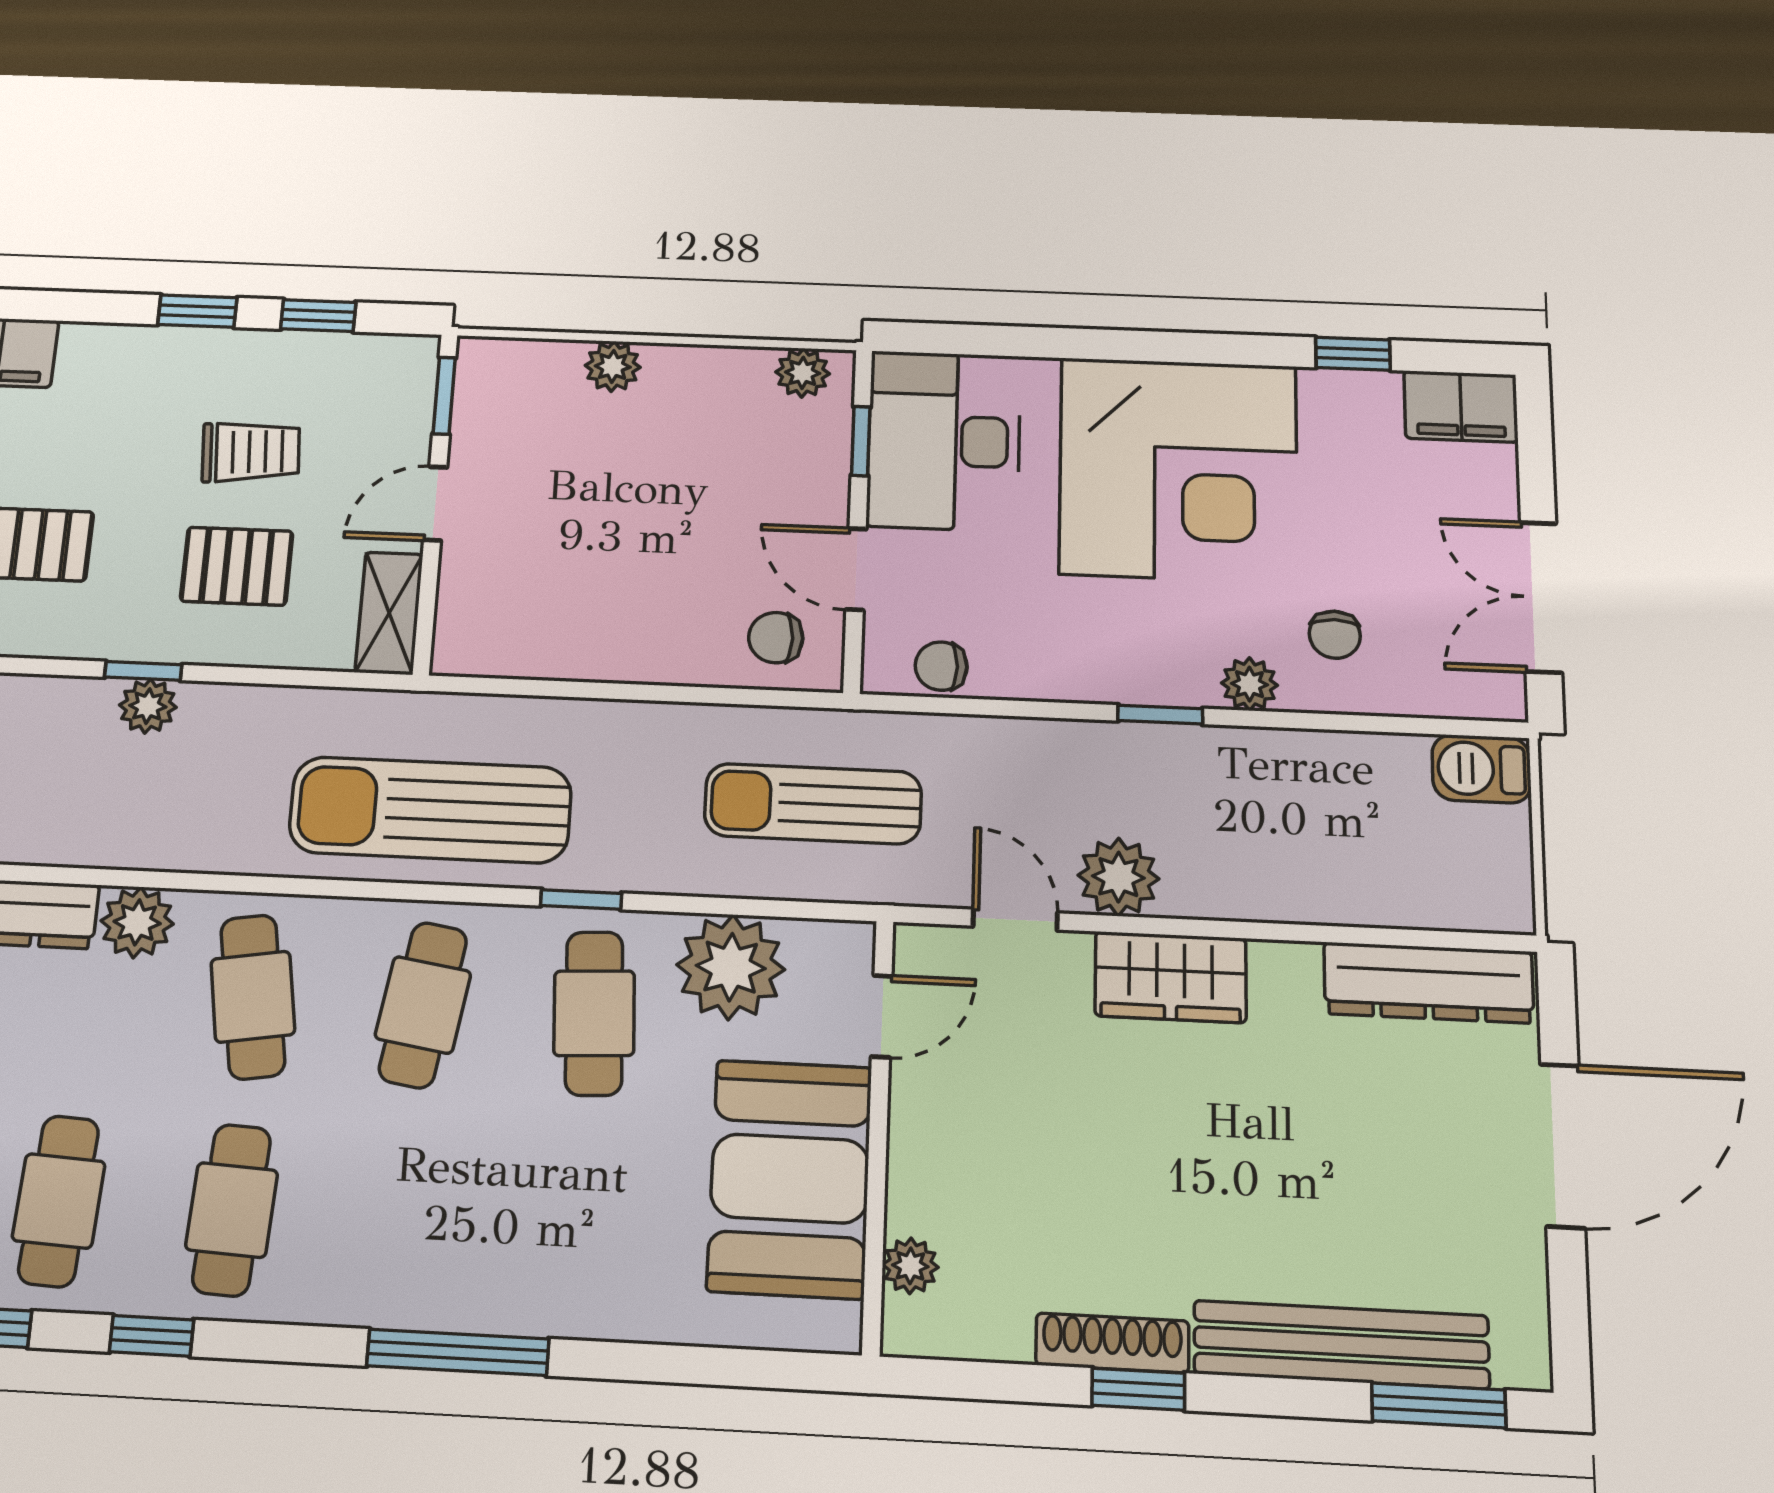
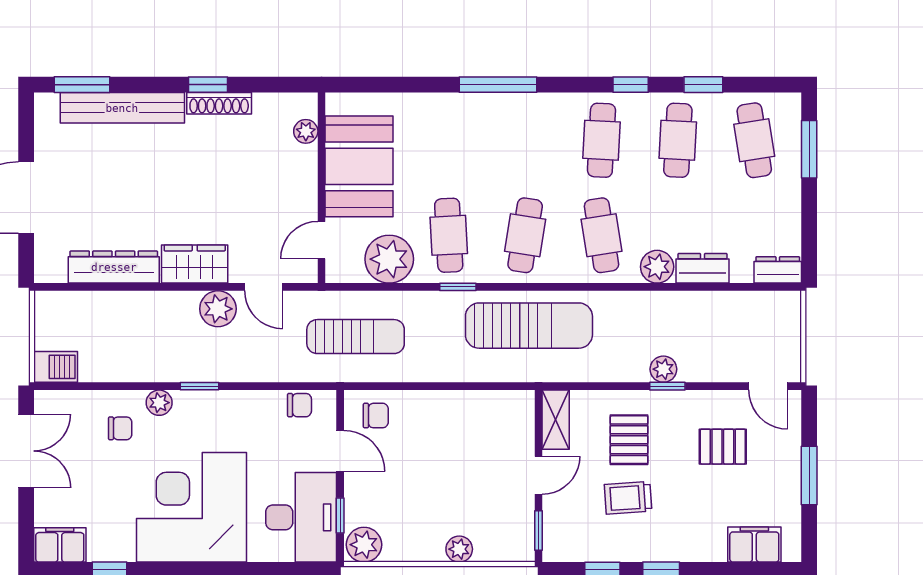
plant: (803, 373) -> (364, 545), width x1.38, depth x1.38
pallet: (237, 566) -> (629, 440), turned 90
chair: (1335, 635) -> (120, 428), turned 90
dresser: (1429, 983) -> (114, 267), moved

